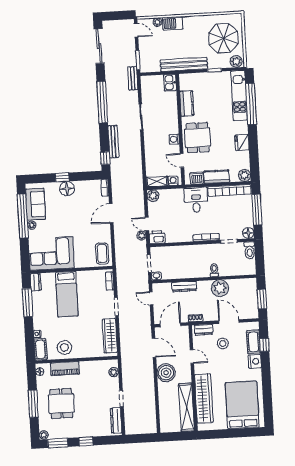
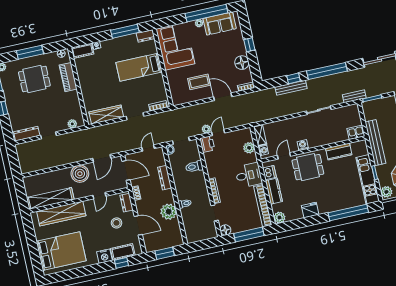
kitchen unit: (239, 95) -> (368, 179), moved, turned -90
window: (105, 158) -> (294, 78), moved
floor lamp: (67, 189) -> (242, 63), moved
plant: (153, 196) -> (249, 148), moved
toilet: (250, 250) -> (194, 167), moved
coffee table: (102, 253) -> (199, 82), moved
door: (229, 322) -> (138, 225), hinge flipped
stool: (64, 347) -> (88, 73), removed

